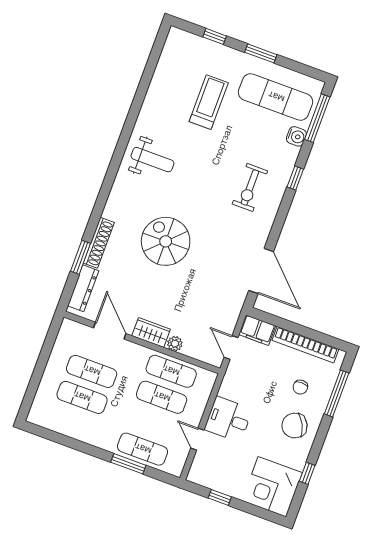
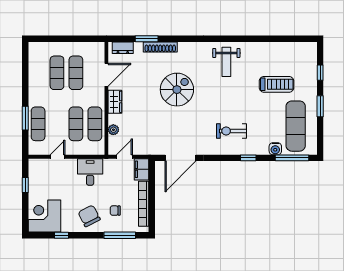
dresser: (83, 288) -> (123, 48), width x0.70
plant: (175, 344) -> (113, 130), moved
desk: (228, 419) -> (90, 172), moved

